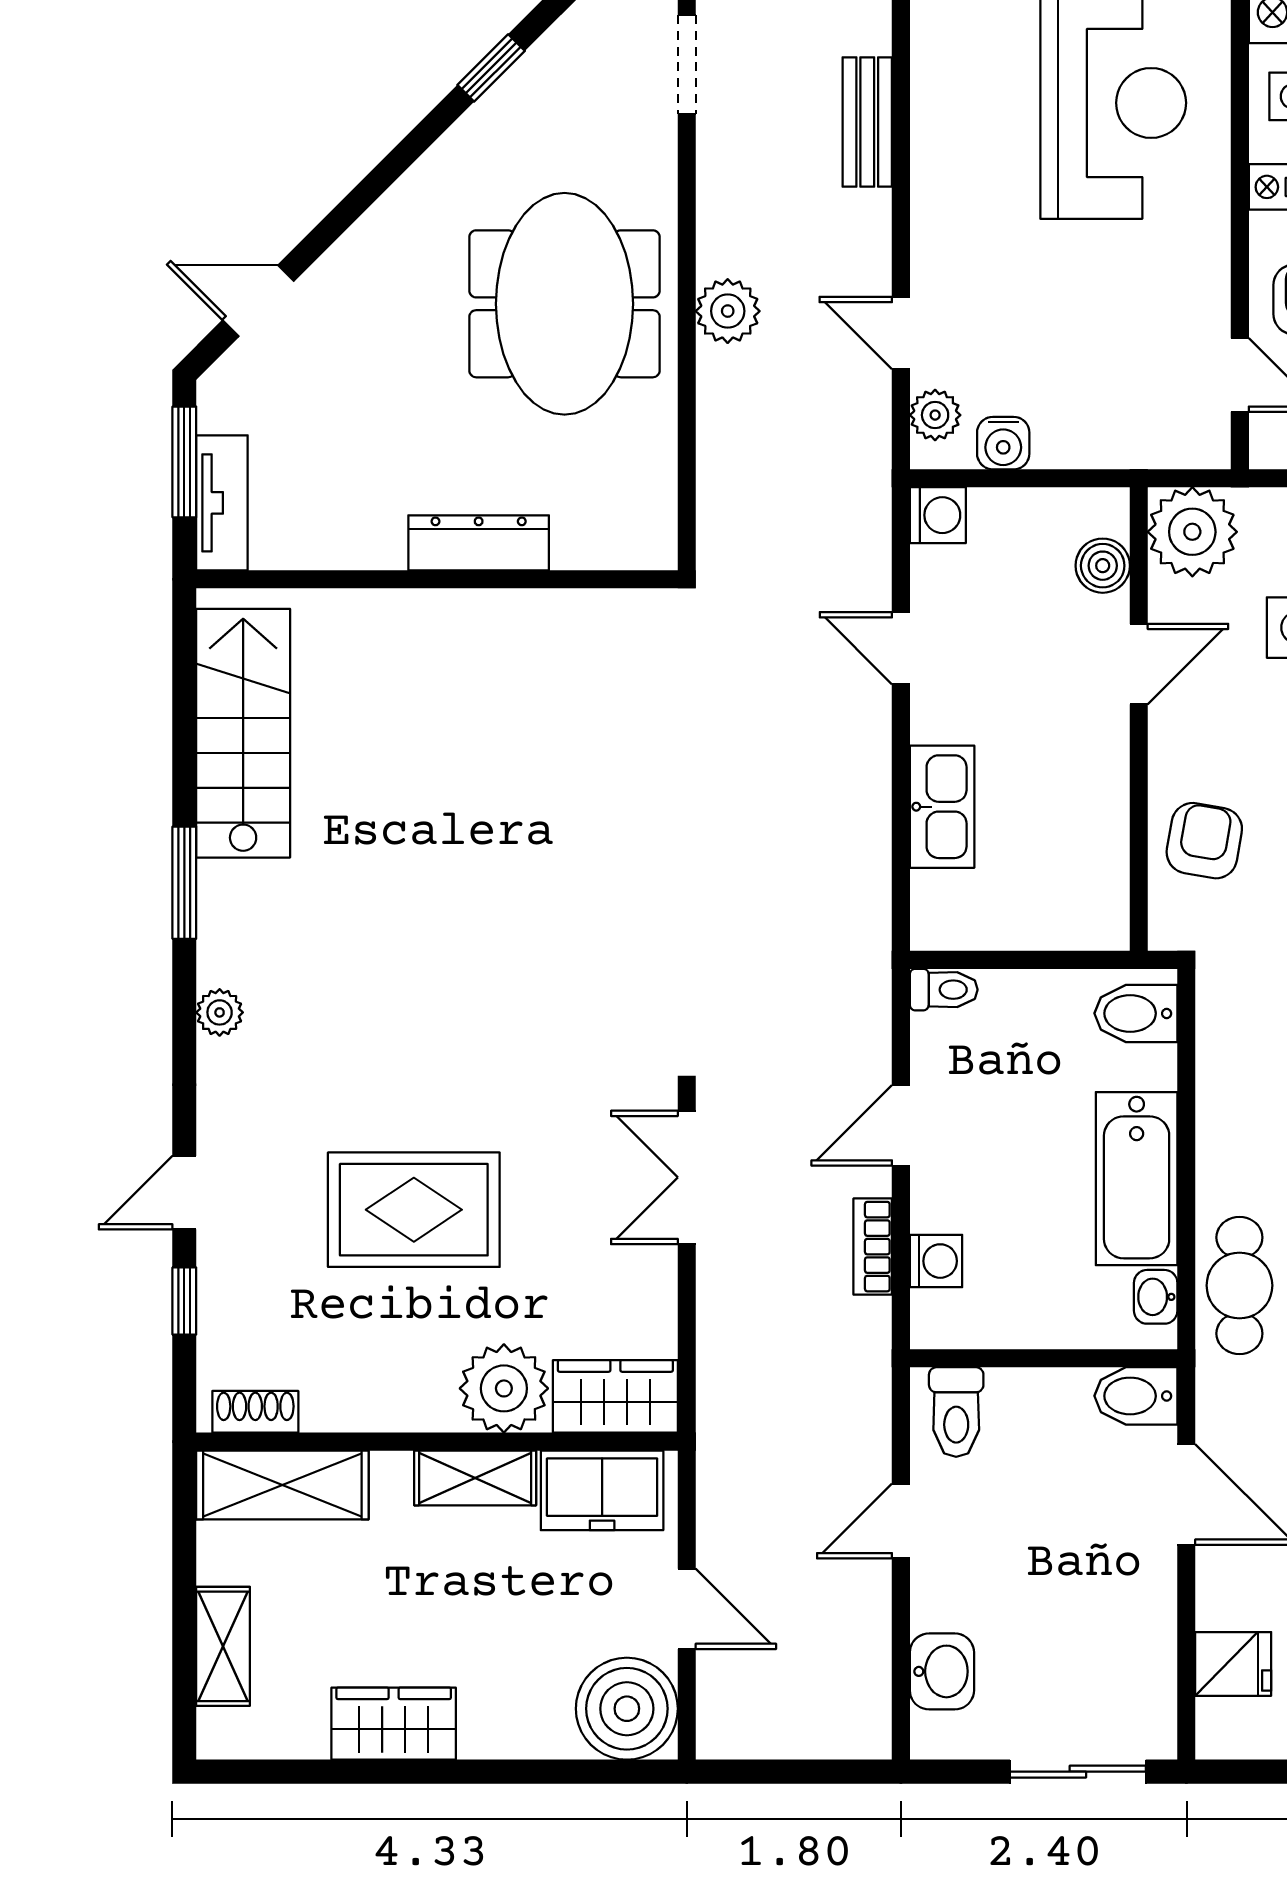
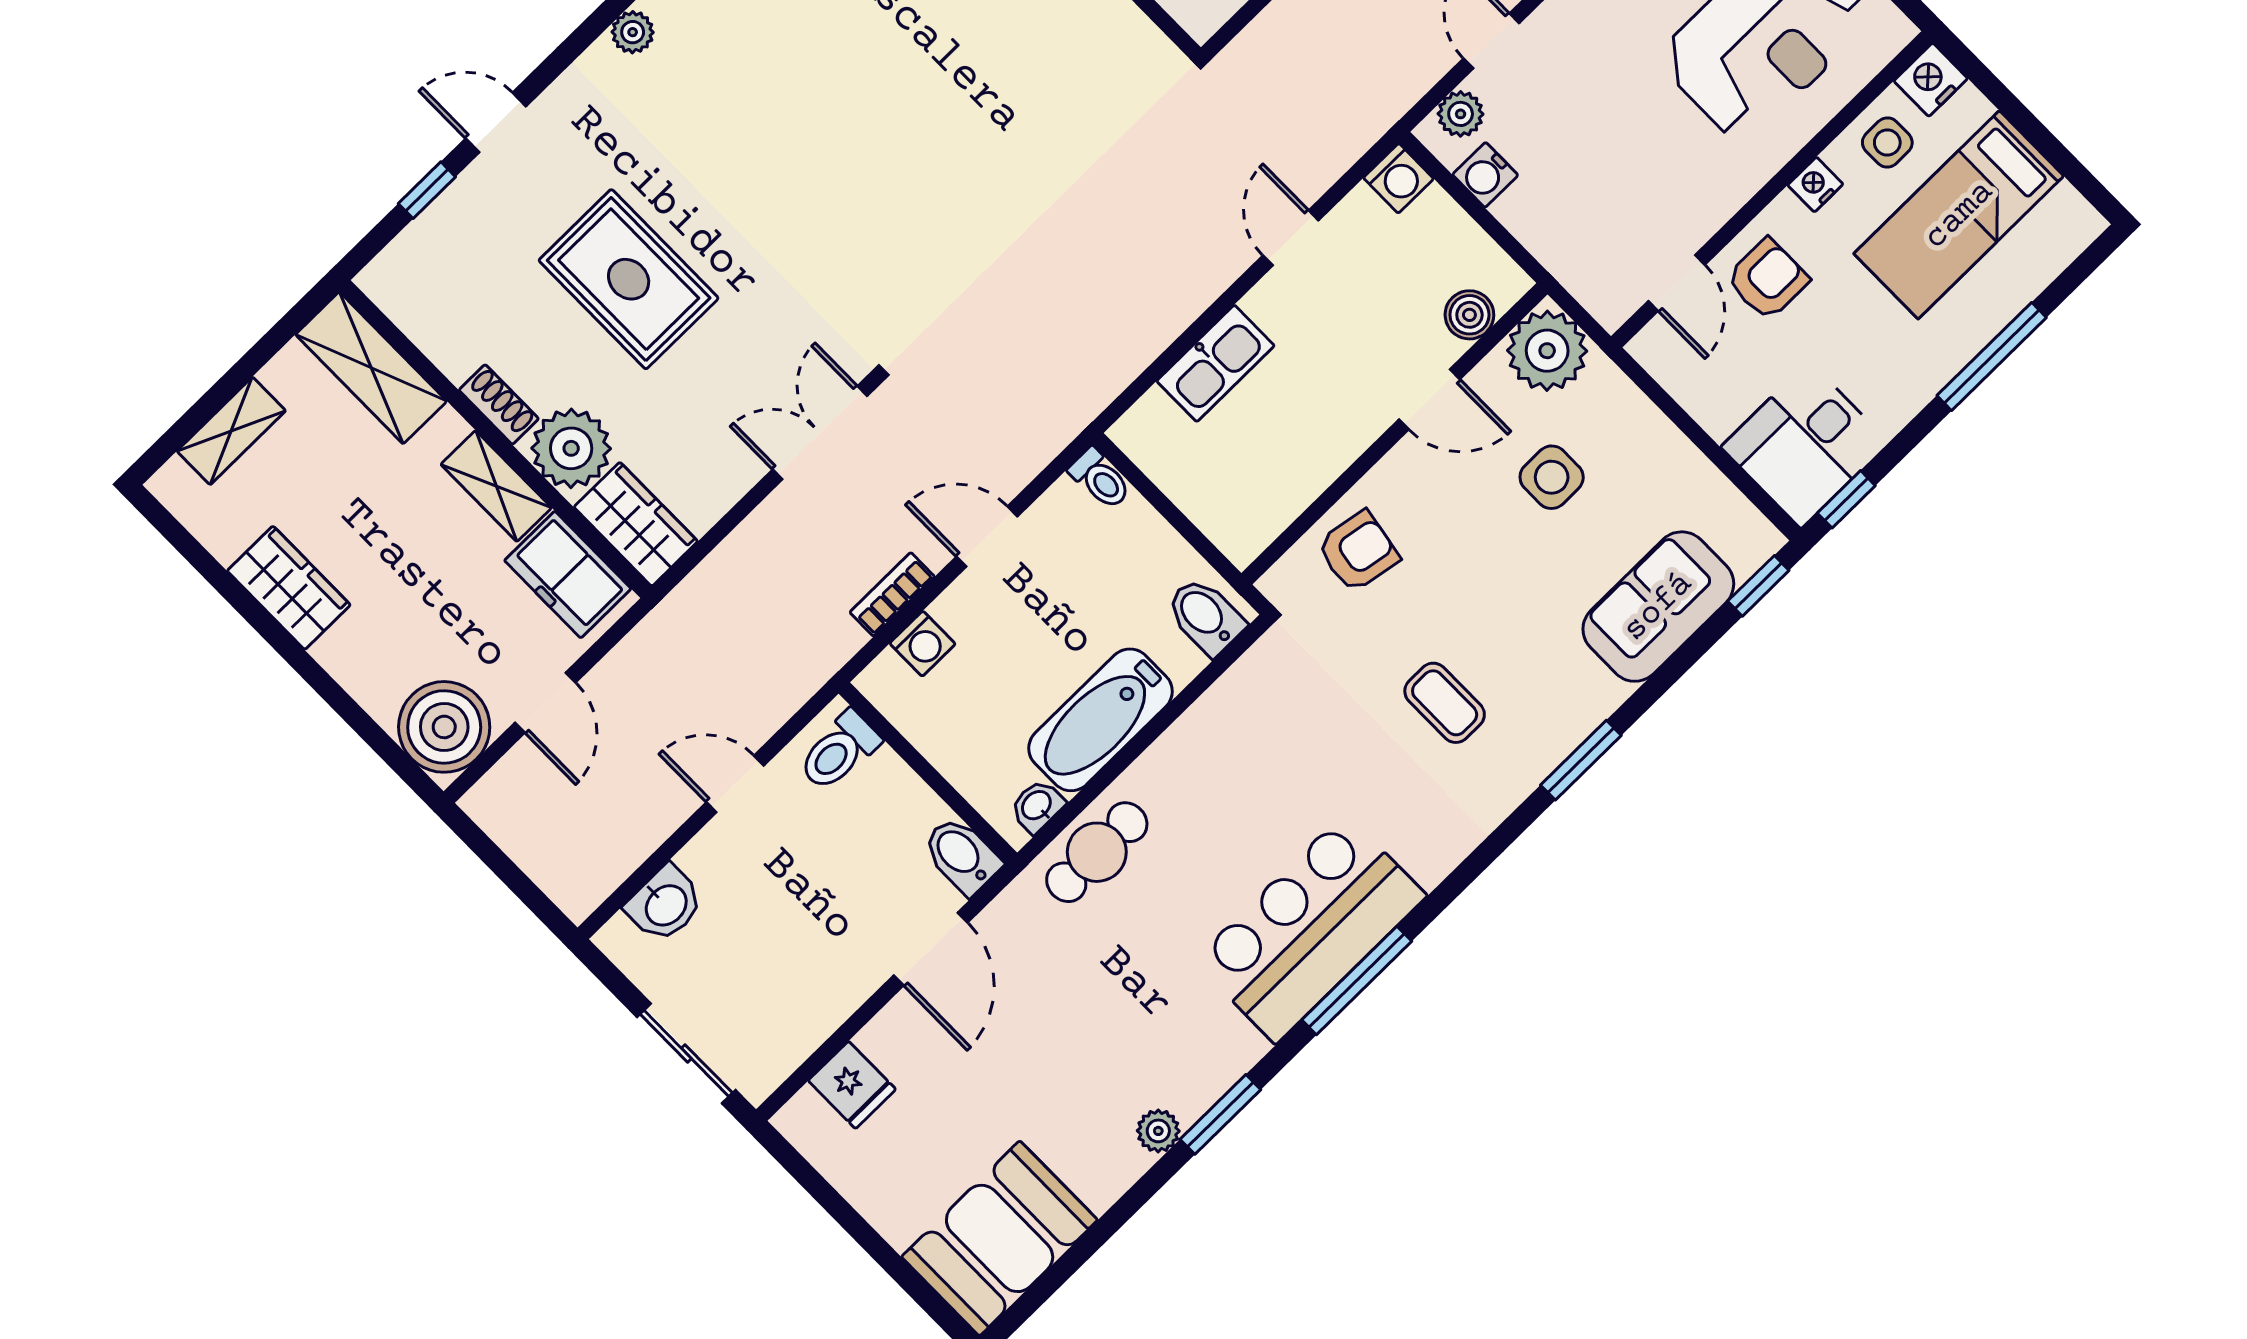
shoe rack: (255, 1412) -> (499, 404), moved

